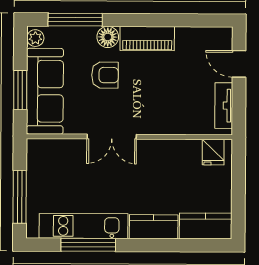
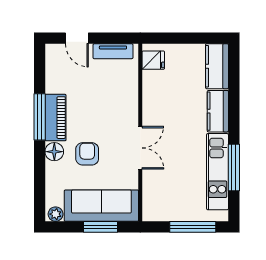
window: (75, 20) -> (40, 117), moved
door: (239, 64) -> (77, 38), hinge flipped

